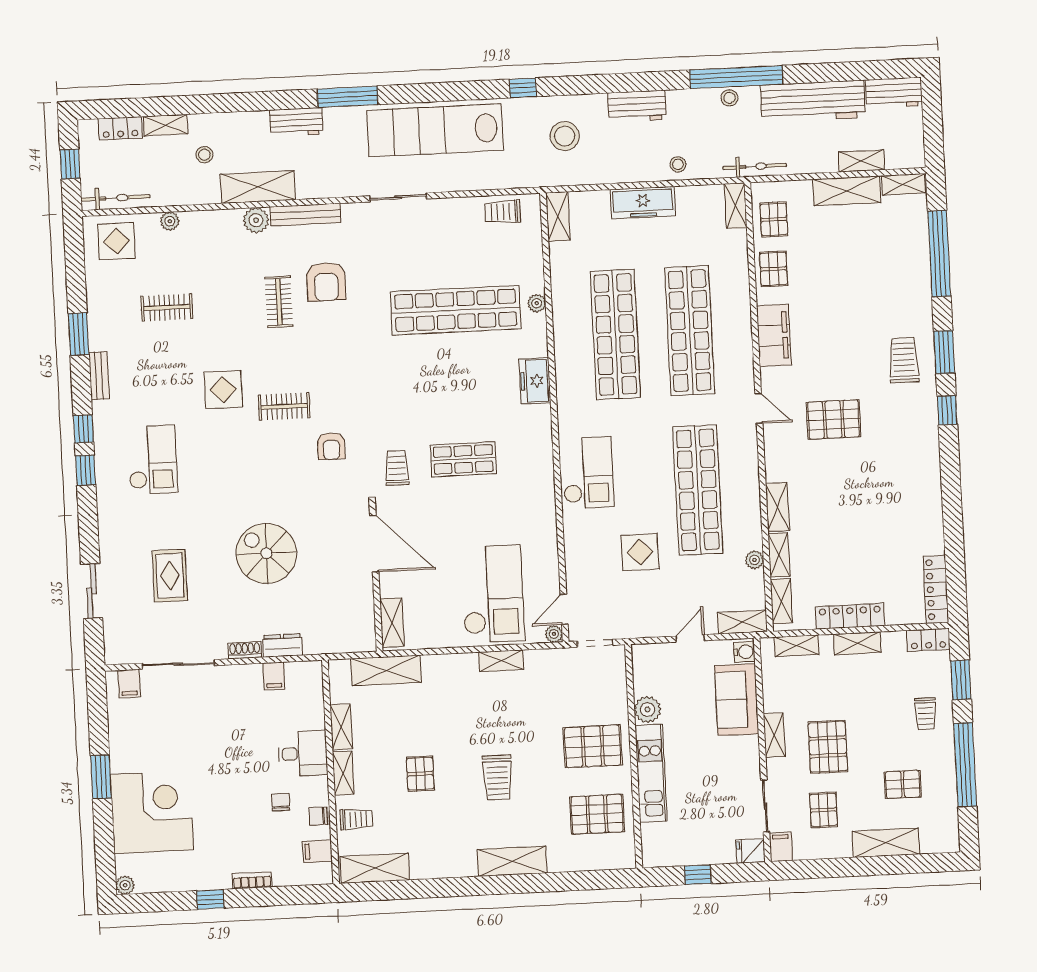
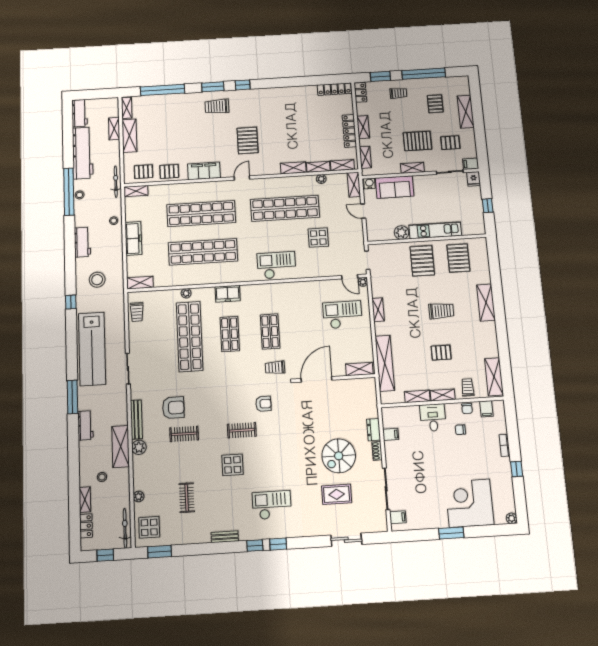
window: (79, 334) -> (160, 552), moved
shop shelf: (459, 385) -> (230, 334), added
clothes rail: (284, 406) -> (242, 430), turned 90
spiral stairs: (266, 553) -> (339, 456), moved
checkout: (493, 594) -> (342, 315), width x0.73, depth x0.83
shelving: (386, 670) -> (385, 363), width x1.47

